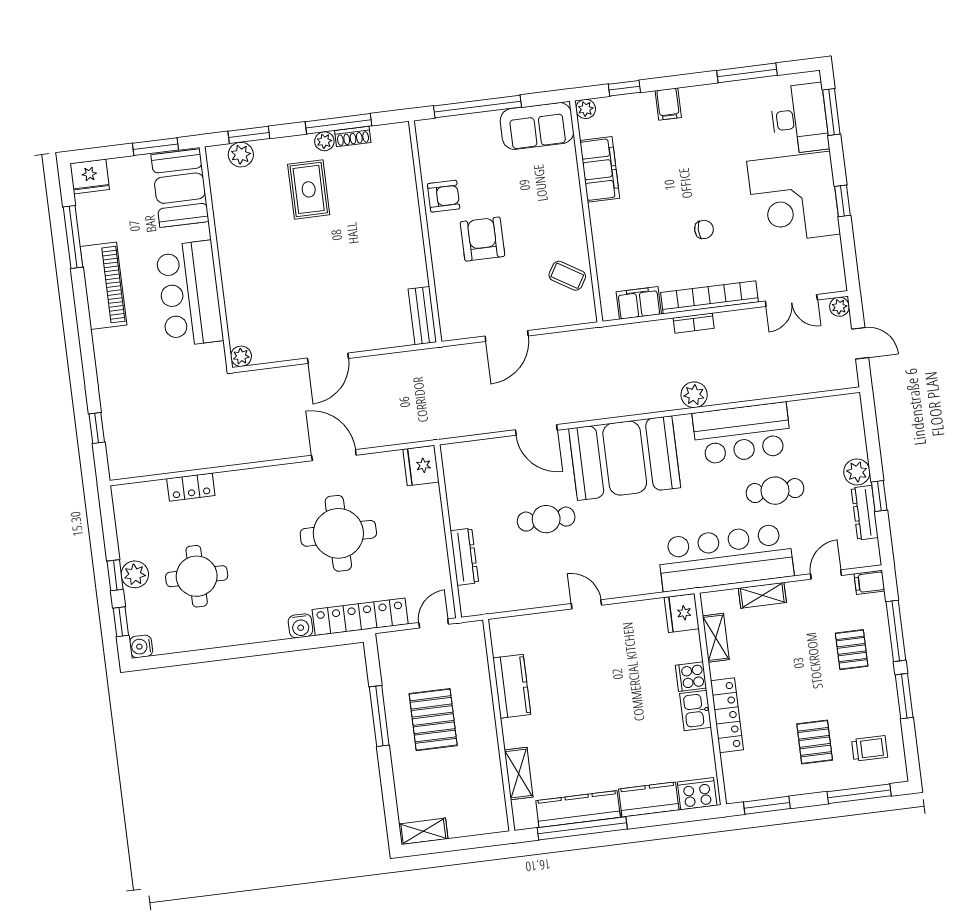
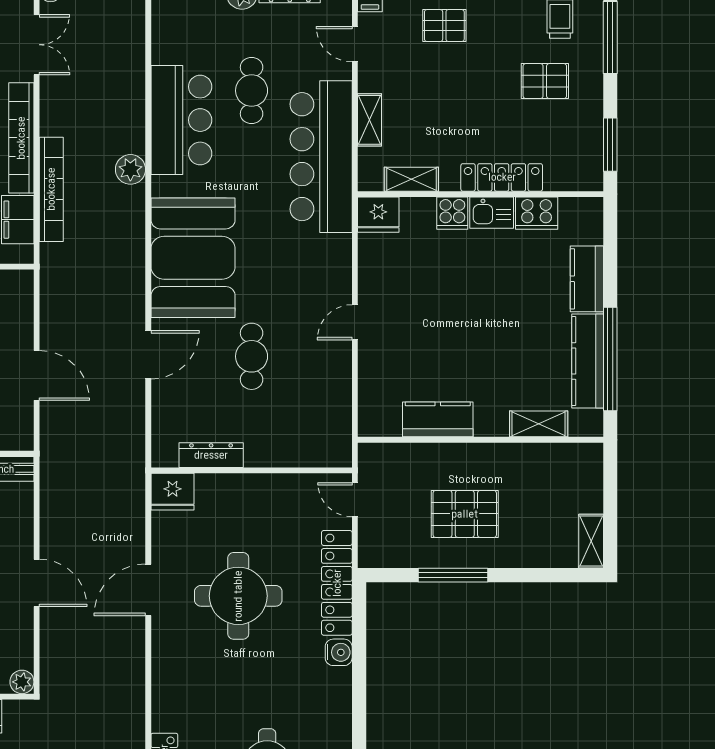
bookcase: (694, 323) -> (51, 189), width x2.31, depth x1.31
dresser: (464, 557) -> (211, 455), moved
cooker: (697, 794) -> (537, 213), moved, turned -90

